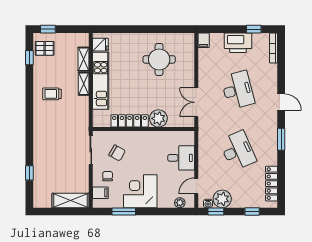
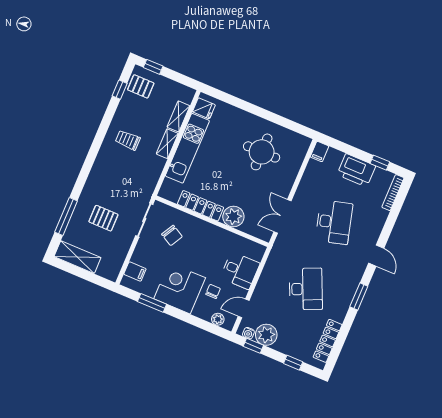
pallet: (59, 162) -> (103, 218), added
window: (29, 173) -> (66, 217), width x2.17
chair: (108, 176) -> (213, 291), moved
shelving: (71, 200) -> (77, 257), moved

